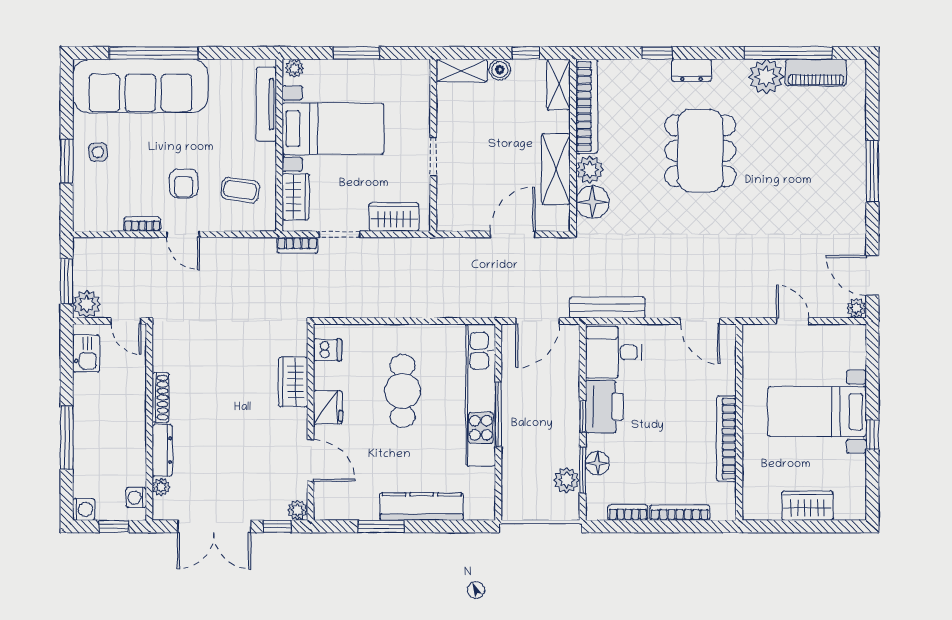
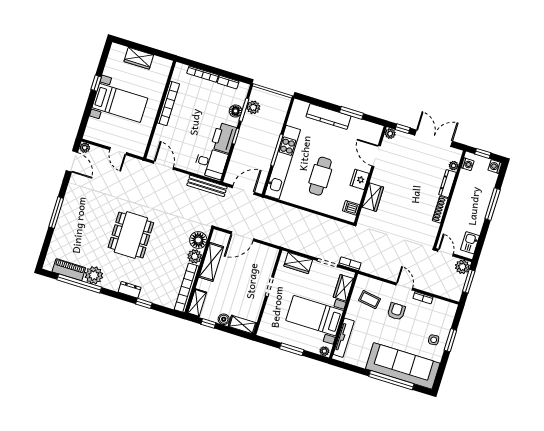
dining table: (700, 151) -> (131, 235), moved

